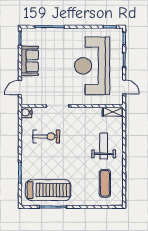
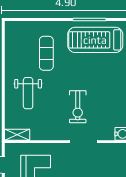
exercise bike: (46, 136) -> (78, 107), moved, turned -90
exercise mat: (105, 183) -> (46, 53), moved

